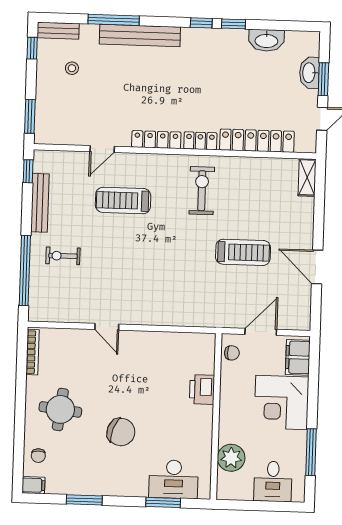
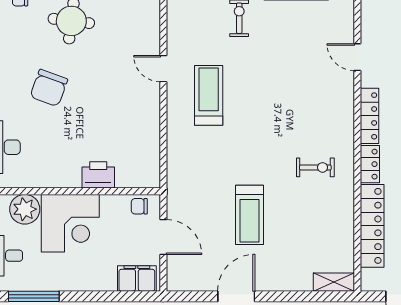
exercise bike: (202, 191) -> (315, 167), width x0.73, depth x0.72
treadmill: (123, 200) -> (209, 95), moved
door: (107, 327) -> (163, 69), hinge flipped
chair: (232, 353) -> (139, 206), turned 90
corner desk: (282, 402) -> (70, 223), moved, turned 180

